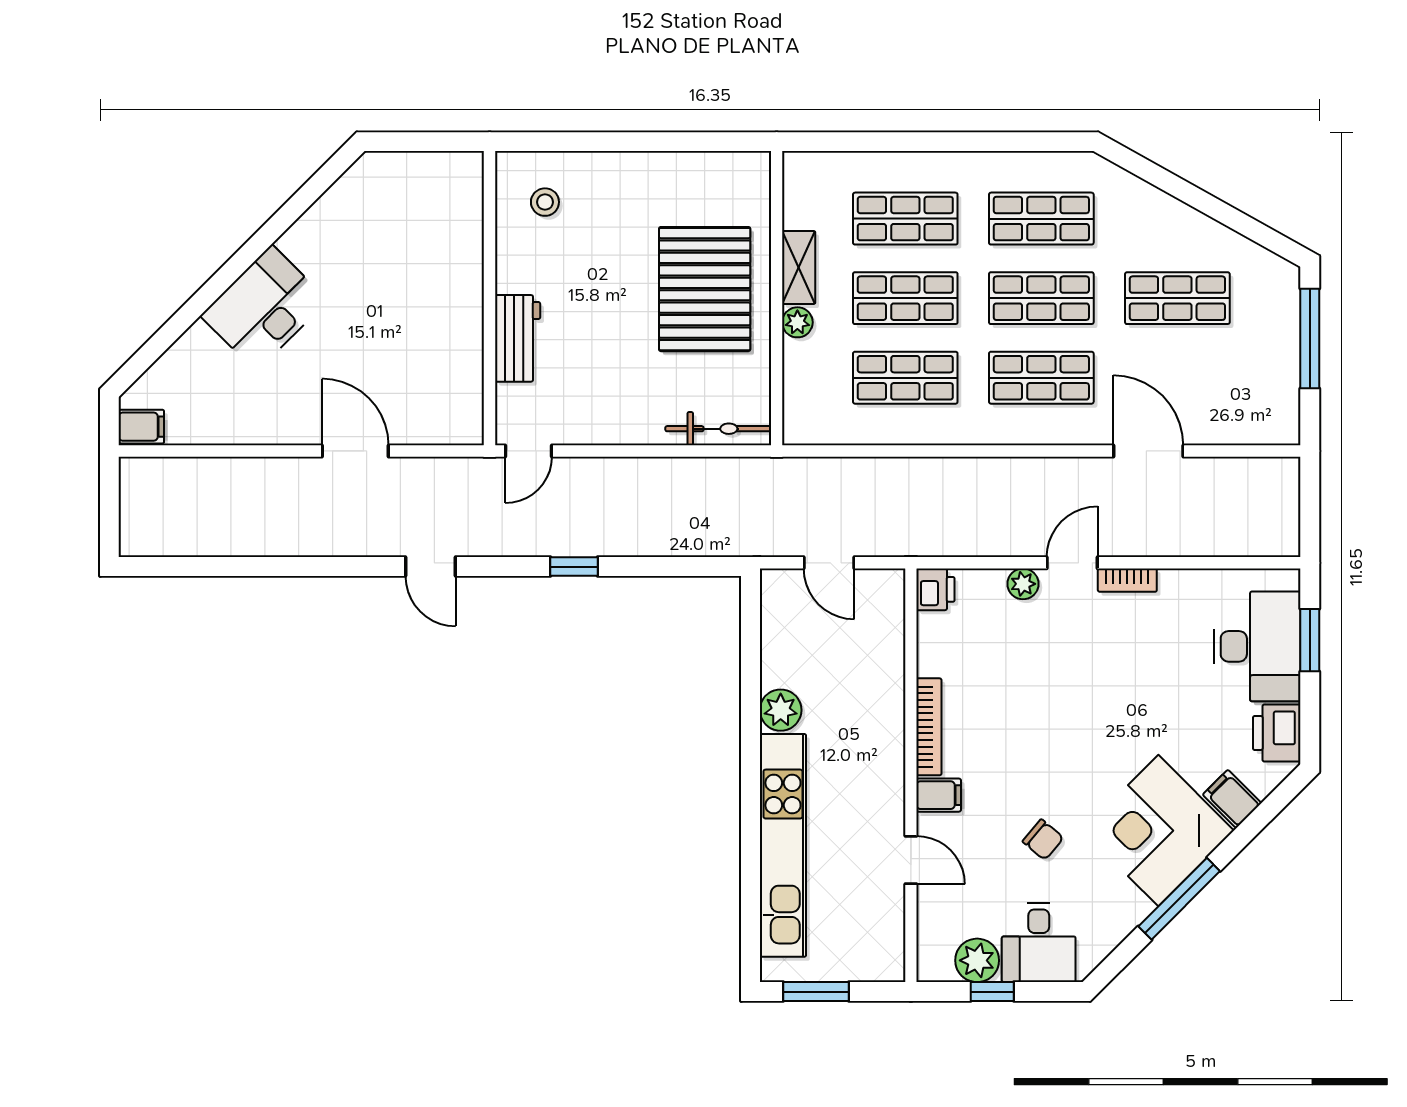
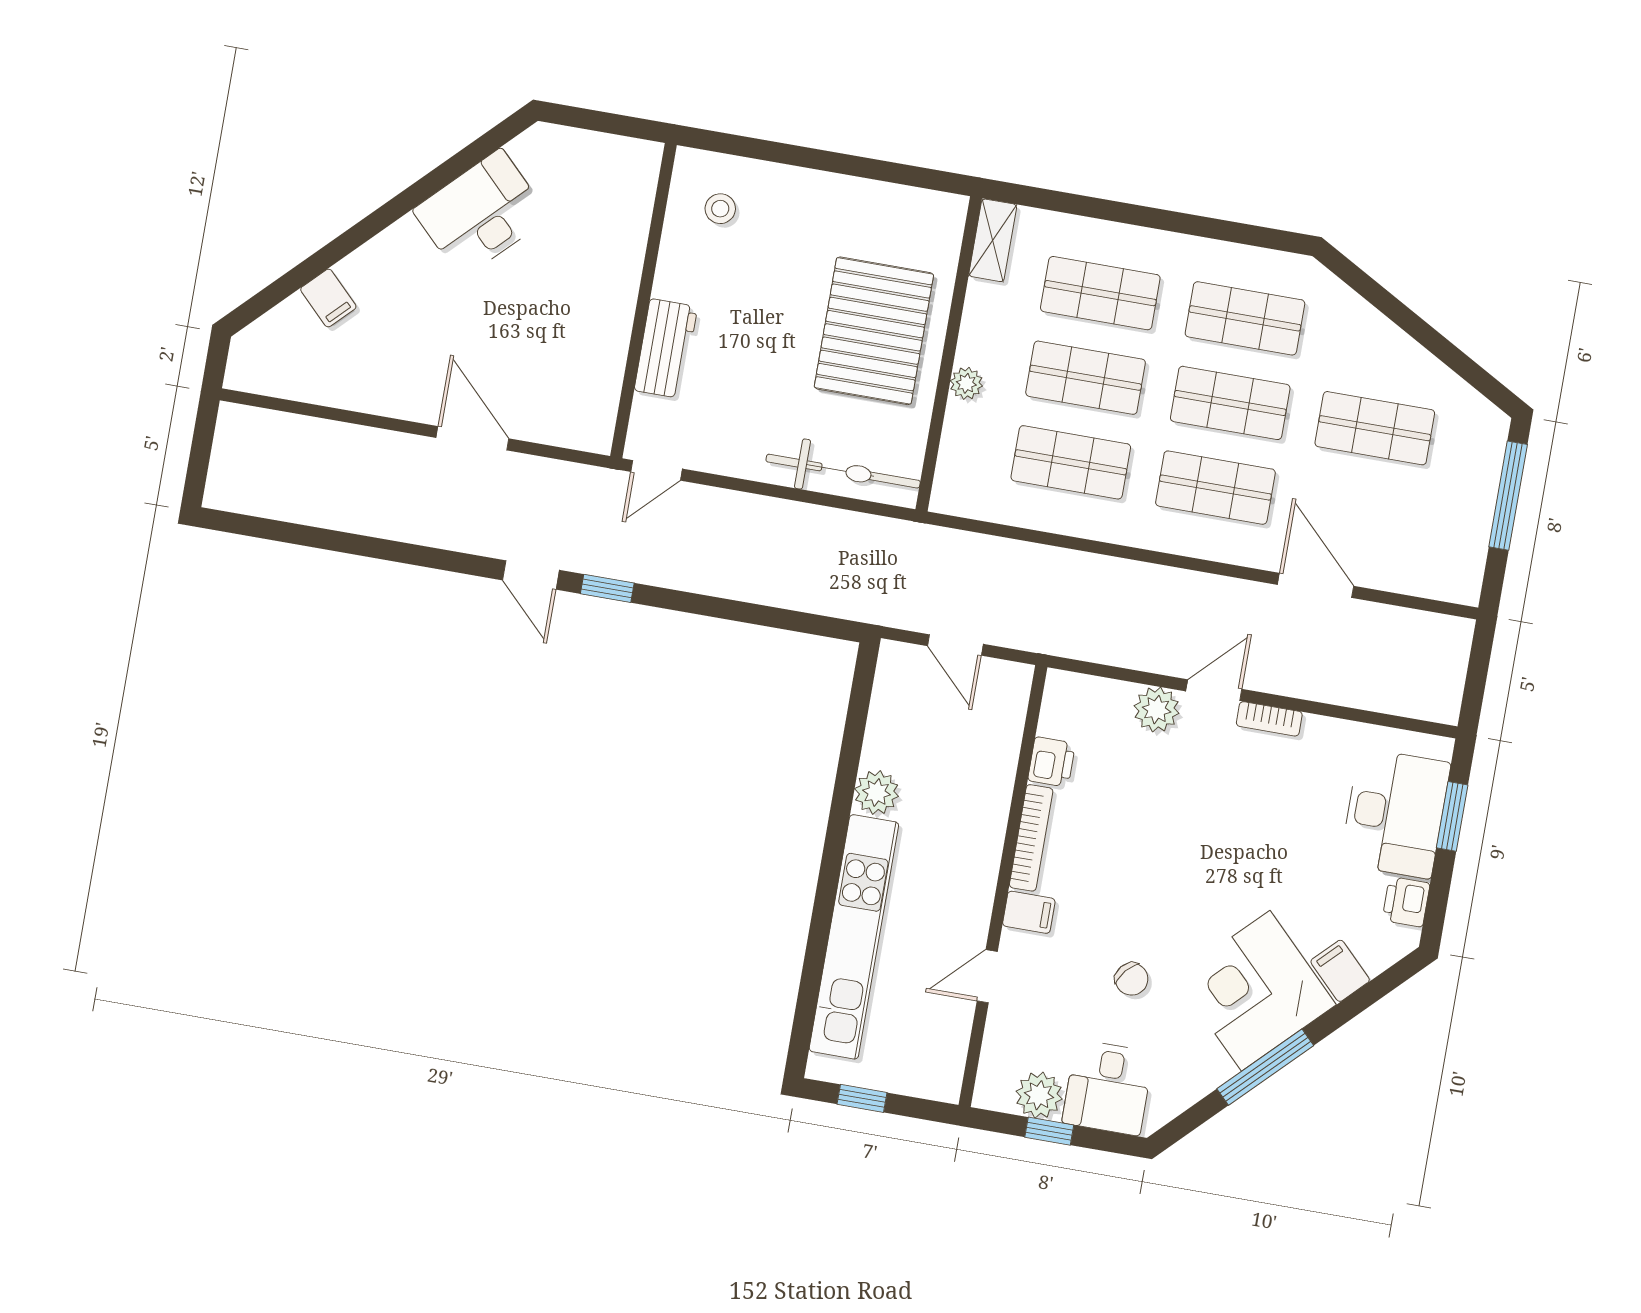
shelving: (799, 267) -> (993, 240), moved
desk: (264, 308) -> (481, 214), moved
filing cabinet: (141, 427) -> (328, 298), moved, turned 45
bicycle: (718, 429) -> (843, 471), width x1.37, depth x1.40
window: (574, 567) -> (607, 588), moved
plant: (1023, 584) -> (1157, 710), width x1.38, depth x1.38
printer: (935, 589) -> (1052, 762), moved
printer: (1277, 733) -> (1406, 902), width x0.73, depth x0.81
door: (911, 860) -> (987, 976), swing flipped
window: (816, 992) -> (862, 1098), width x0.67

